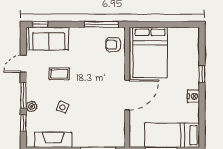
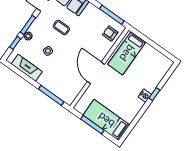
bed: (150, 52) -> (127, 53), width x0.67
door: (127, 95) -> (96, 73), swing flipped
nightstand: (193, 96) -> (145, 96), moved

